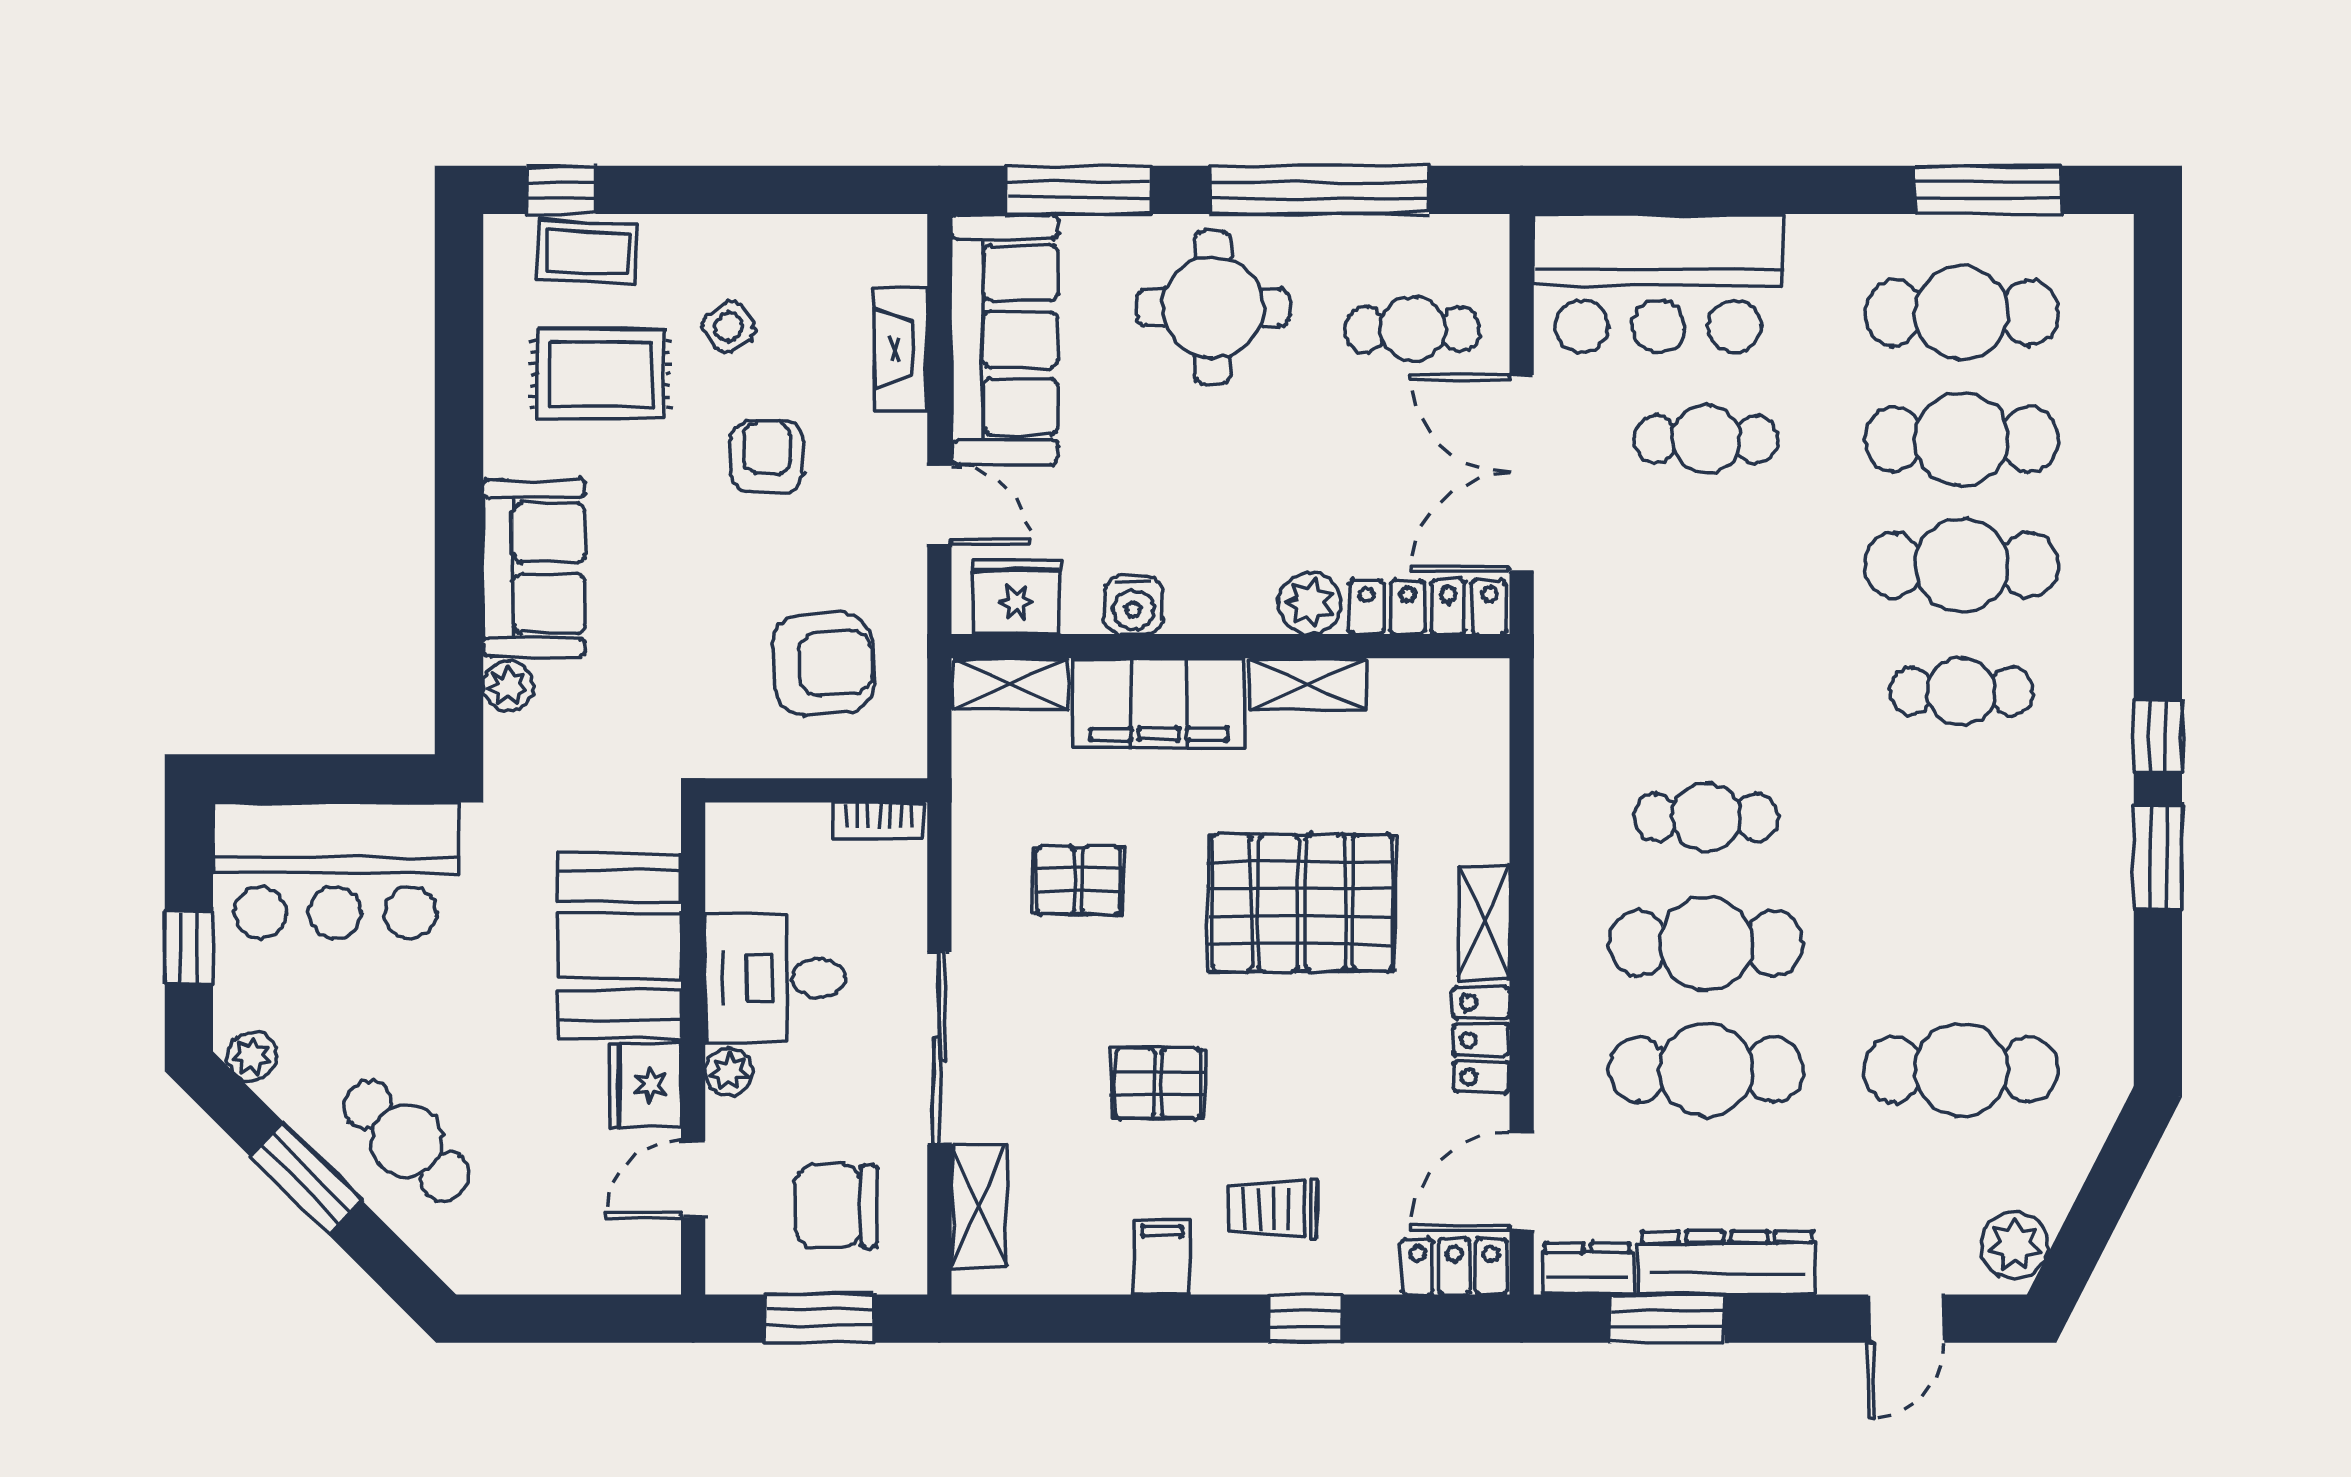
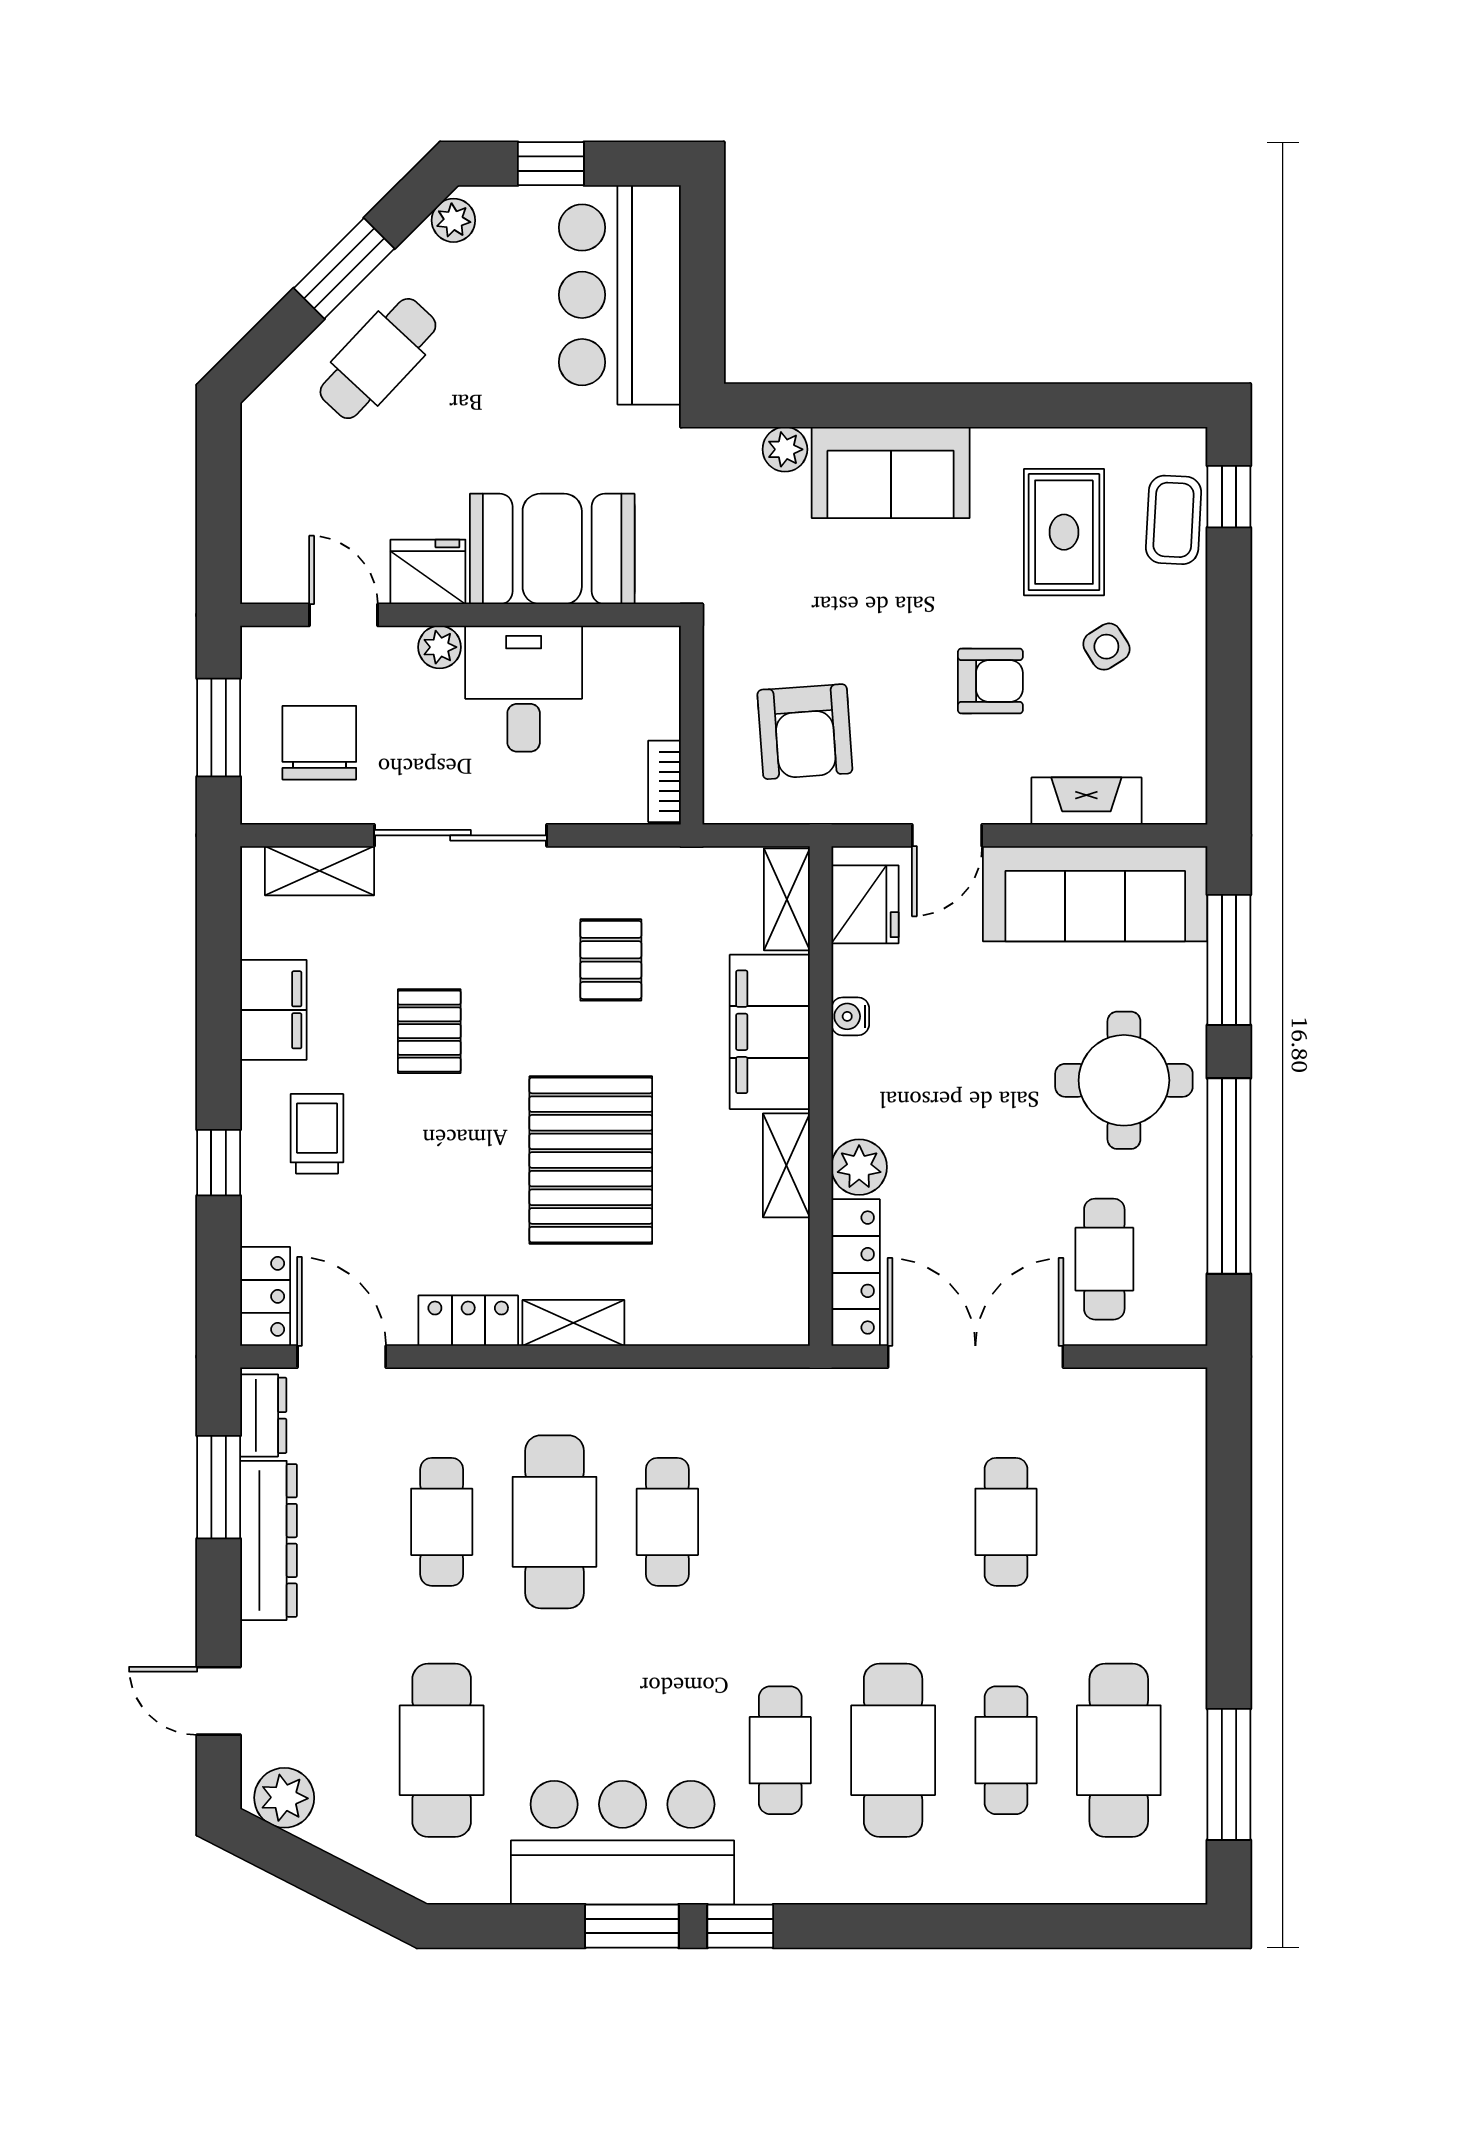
bar counter: (1658, 283) -> (623, 1843), moved, turned 90
cafe table: (1961, 439) -> (1006, 1750), width x0.73, depth x0.74
water cooler: (1133, 605) -> (850, 1016), width x0.72, depth x0.72
cafe table: (1706, 1070) -> (442, 1522), width x0.73, depth x0.74
filing cabinet: (1162, 1257) -> (273, 1010), width x2.00

